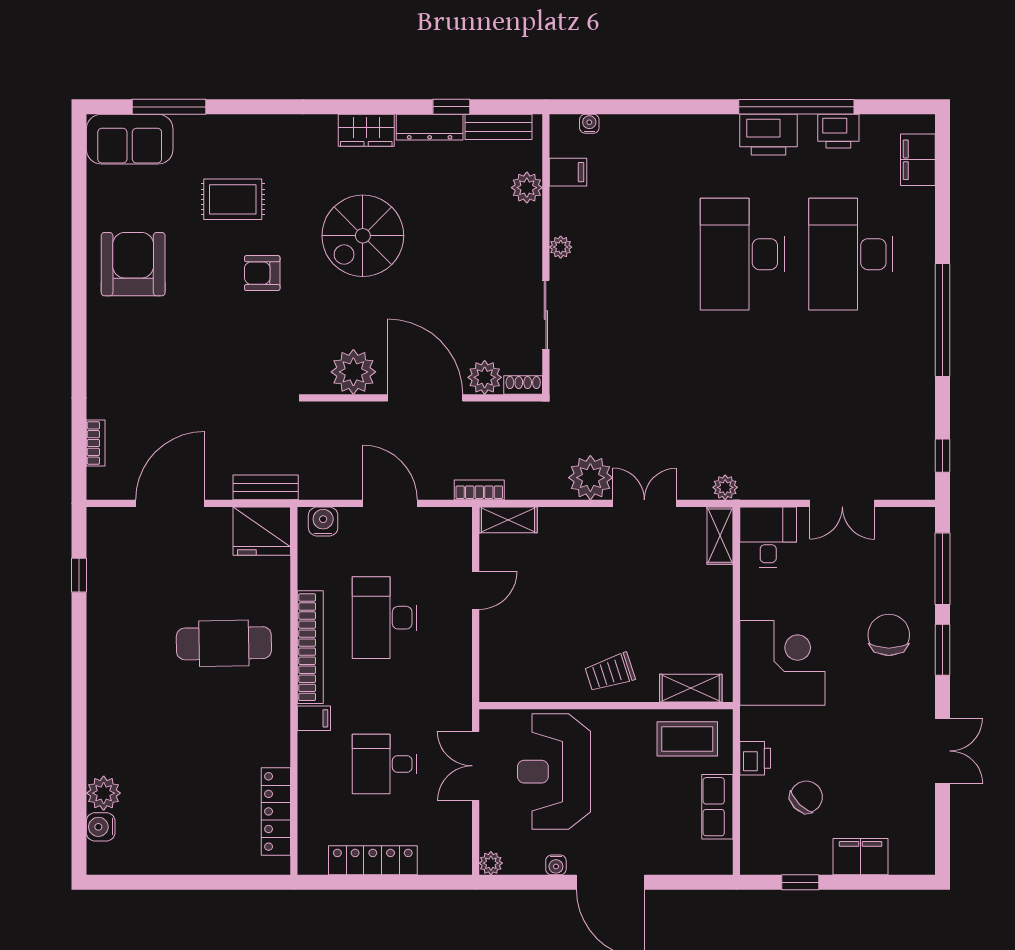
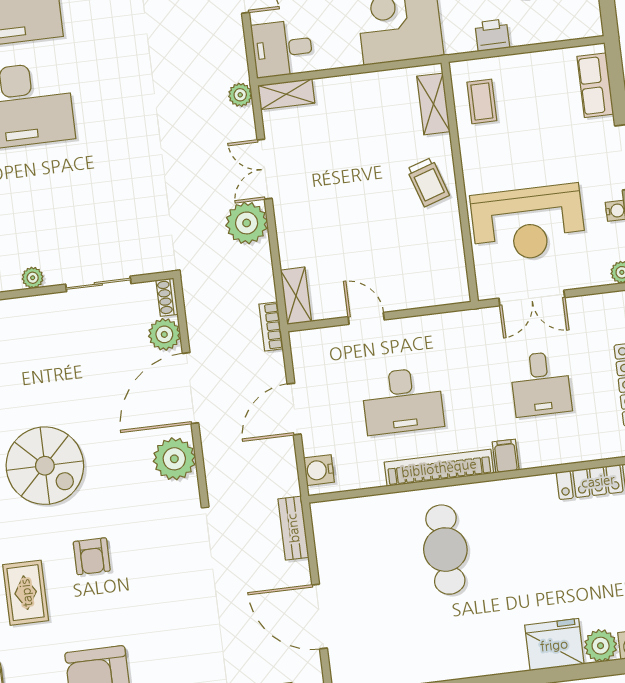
fridge: (262, 531) -> (554, 645), moved, turned -90
coffee table: (687, 739) -> (482, 101), width x0.73, depth x0.77
row of seats: (717, 807) -> (595, 85), moved, turned 90

